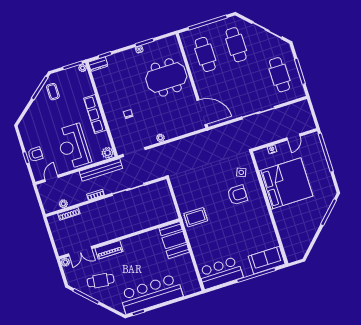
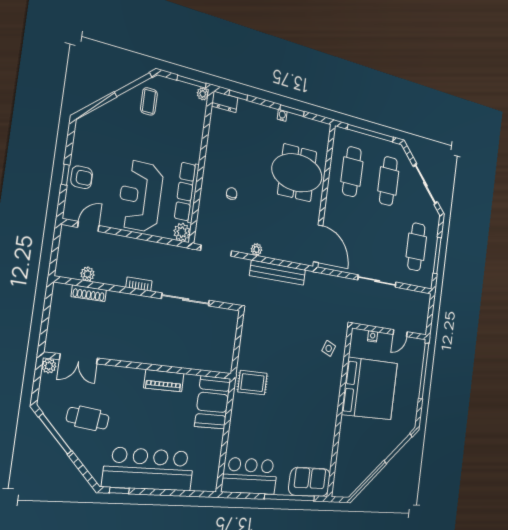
row of seats: (95, 114) -> (187, 192), moved
bench: (101, 170) -> (278, 273), moved
armchair: (237, 195) -> (312, 376), removed
piano: (109, 250) -> (164, 381), moved

